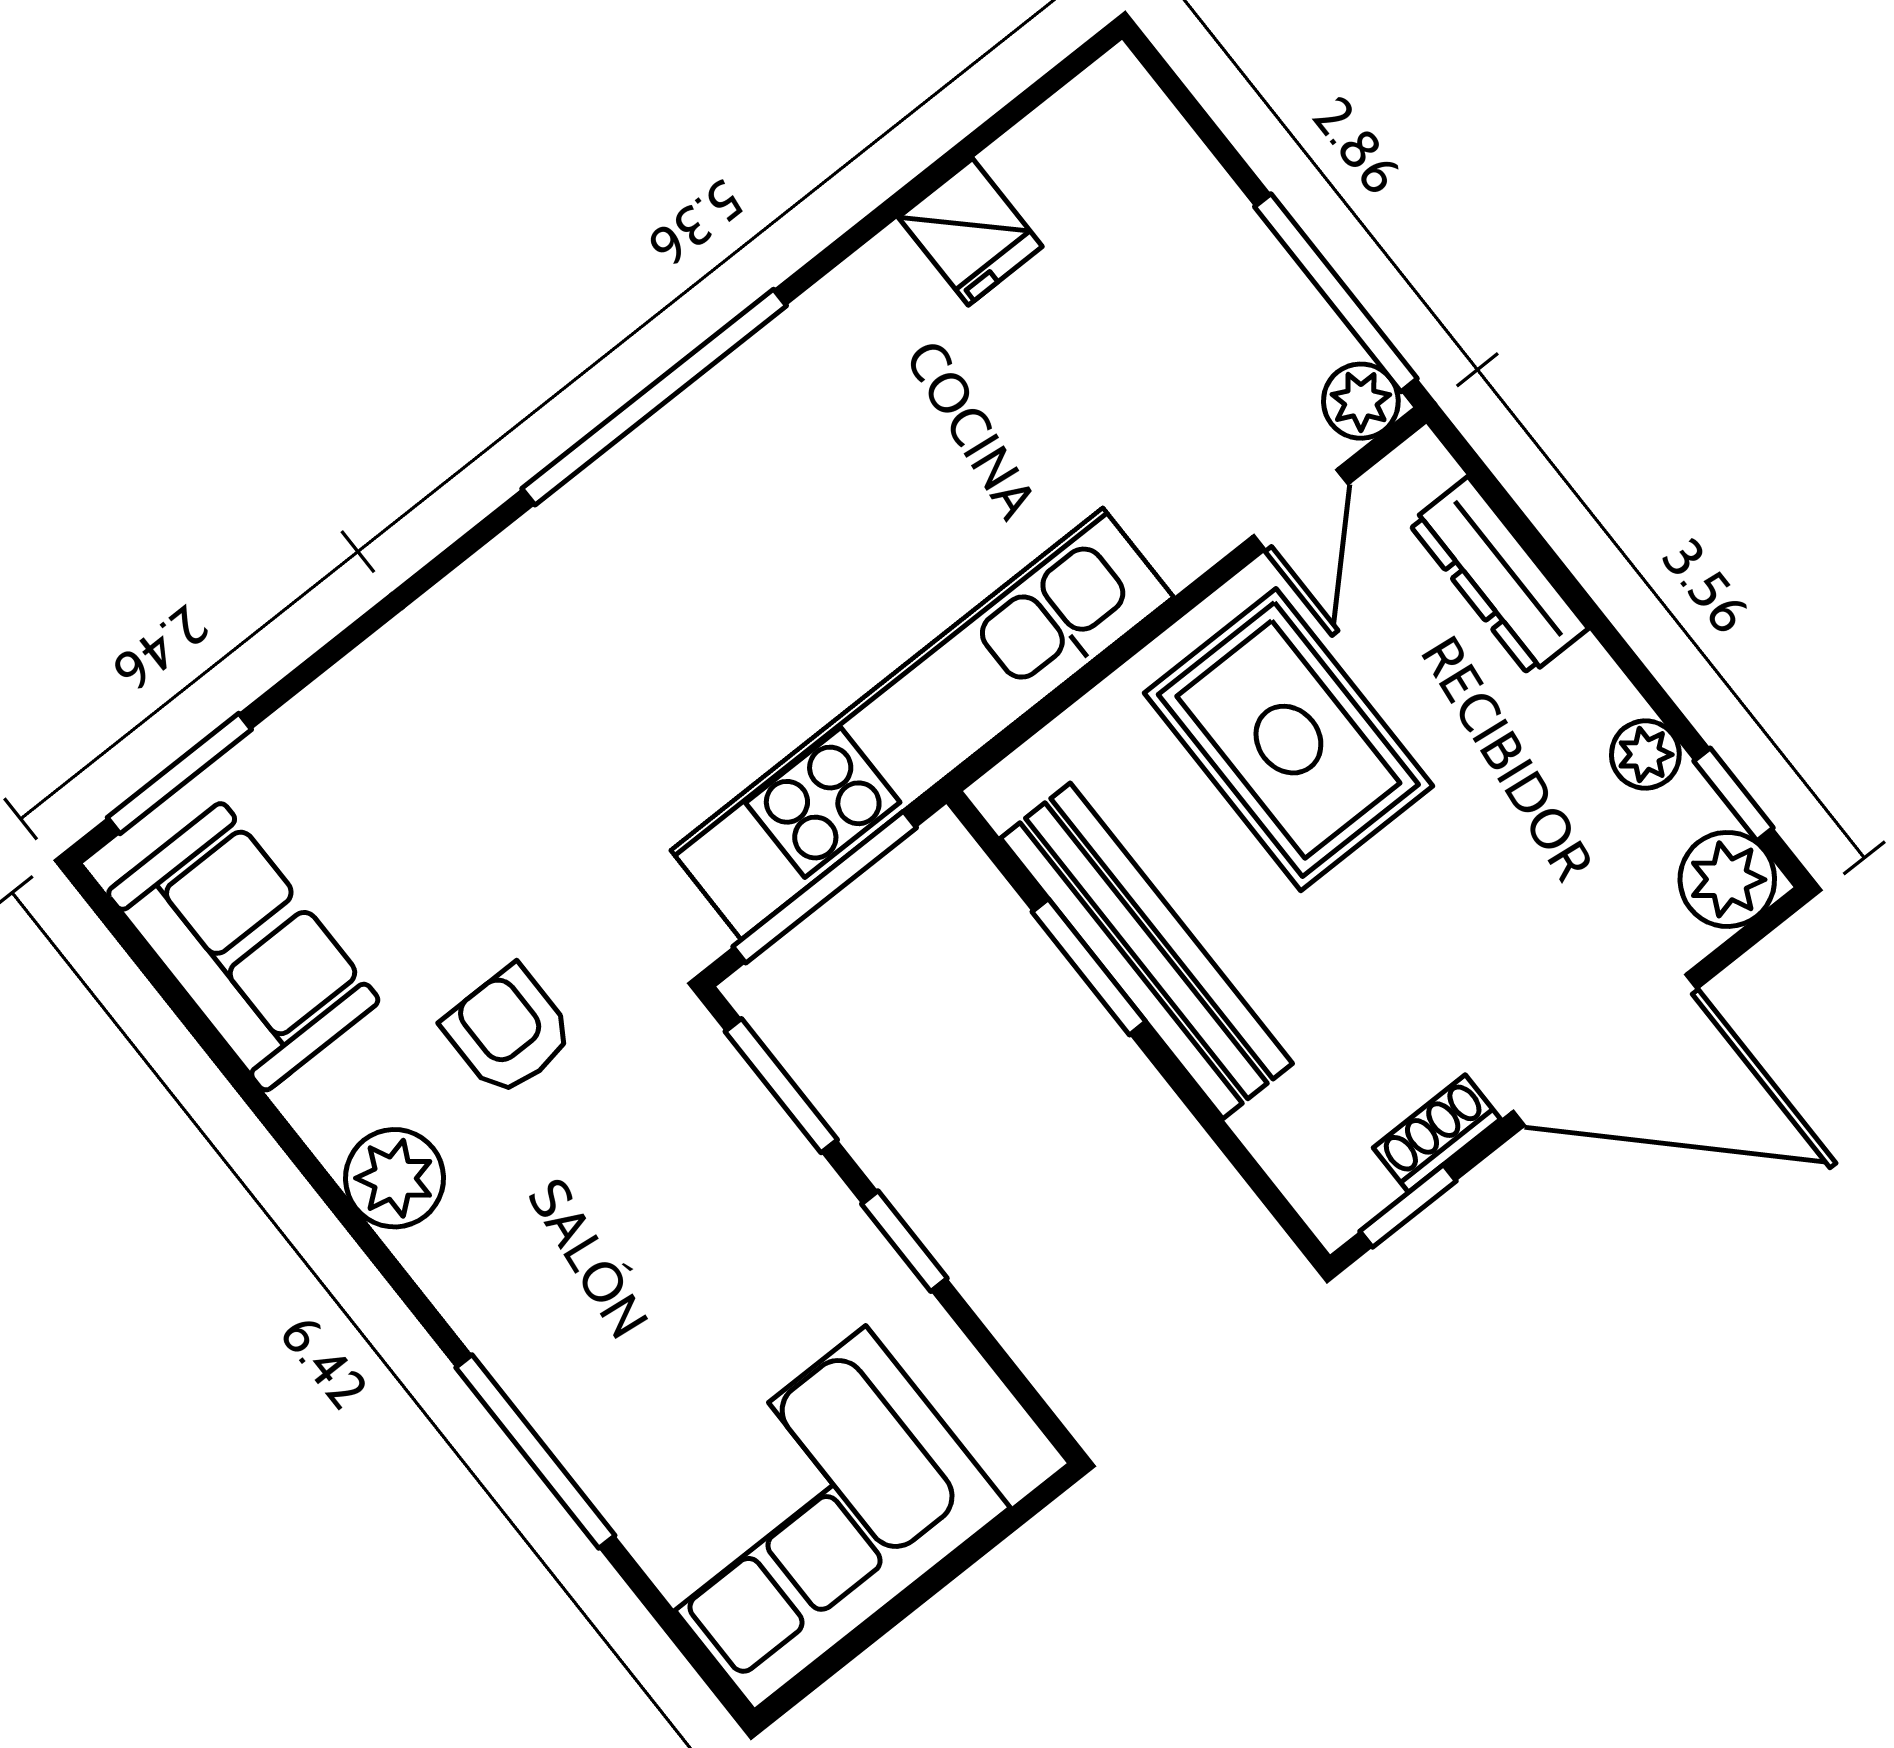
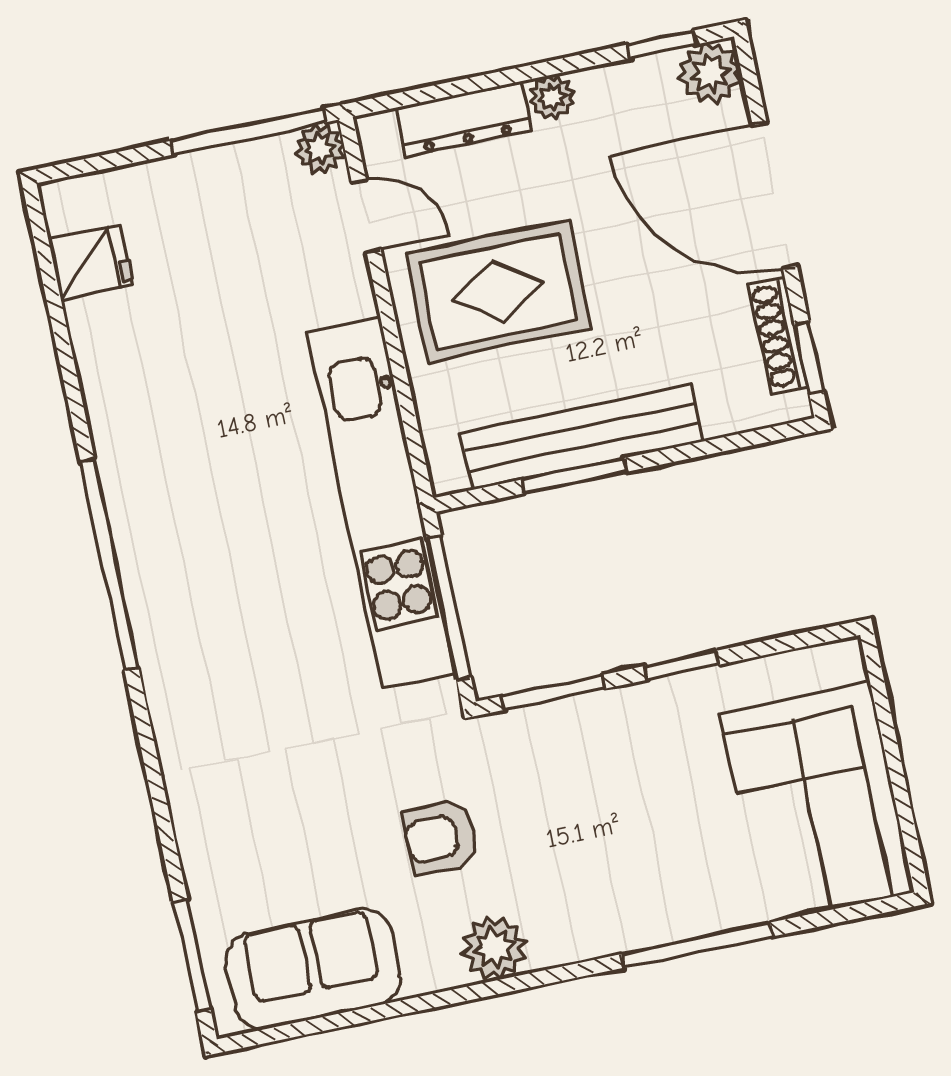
fridge: (970, 232) -> (91, 262), moved
plant: (1645, 754) -> (552, 97), moved
door: (1605, 1050) -> (775, 196), swing flipped
shoe rack: (1437, 1133) -> (778, 336), width x1.43

